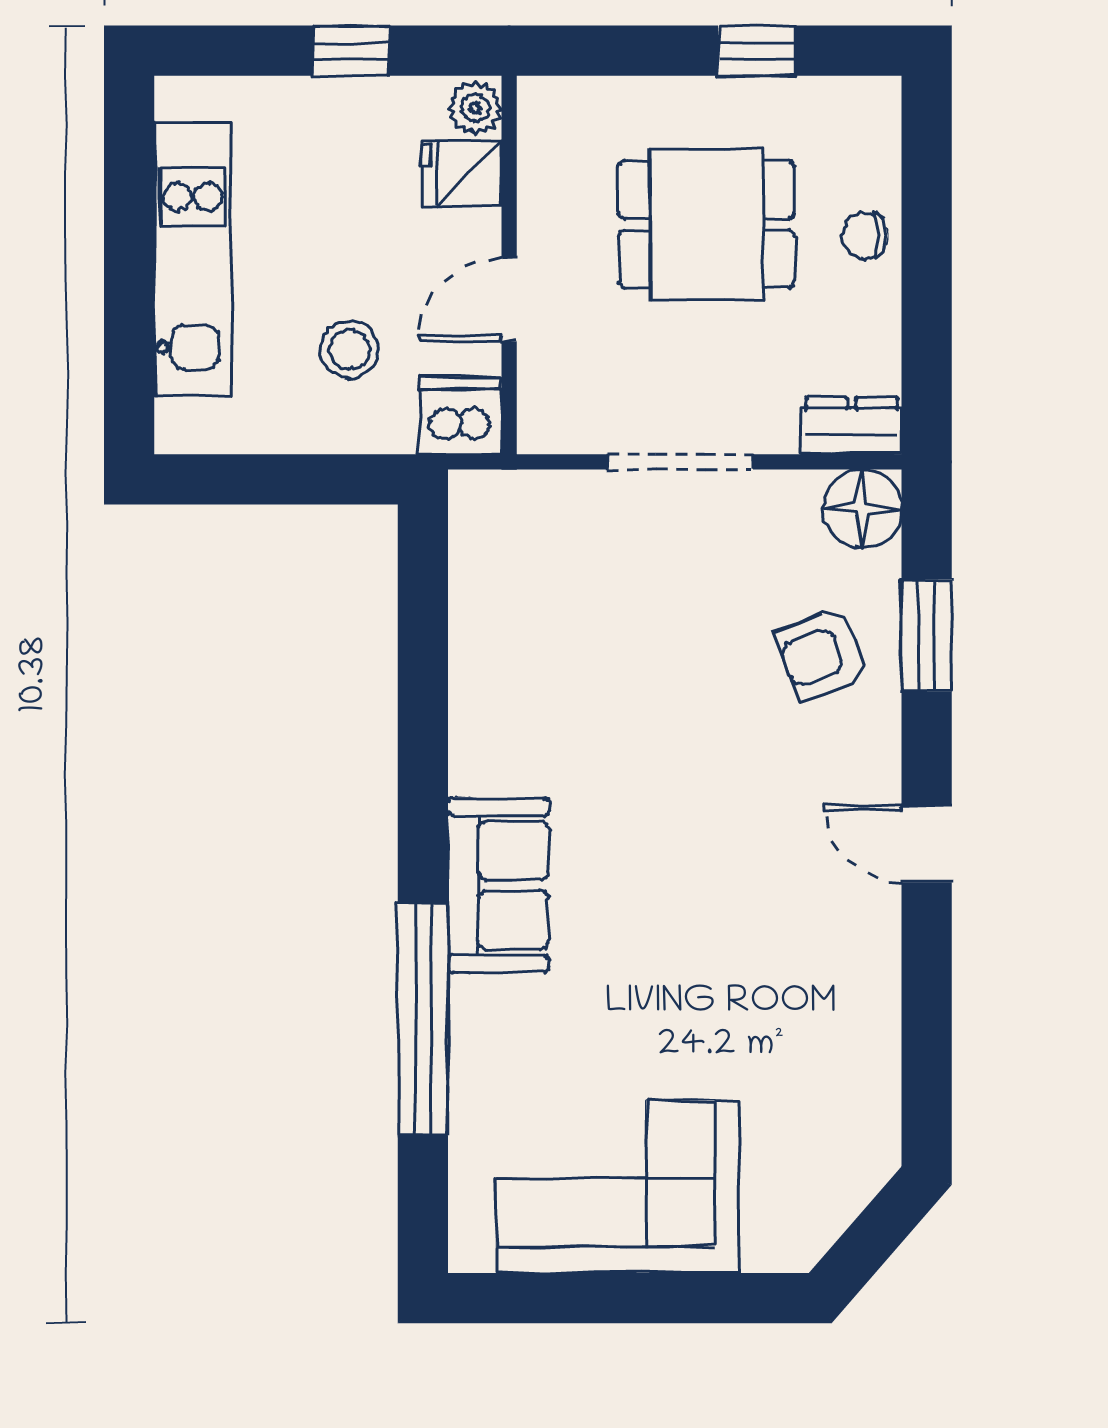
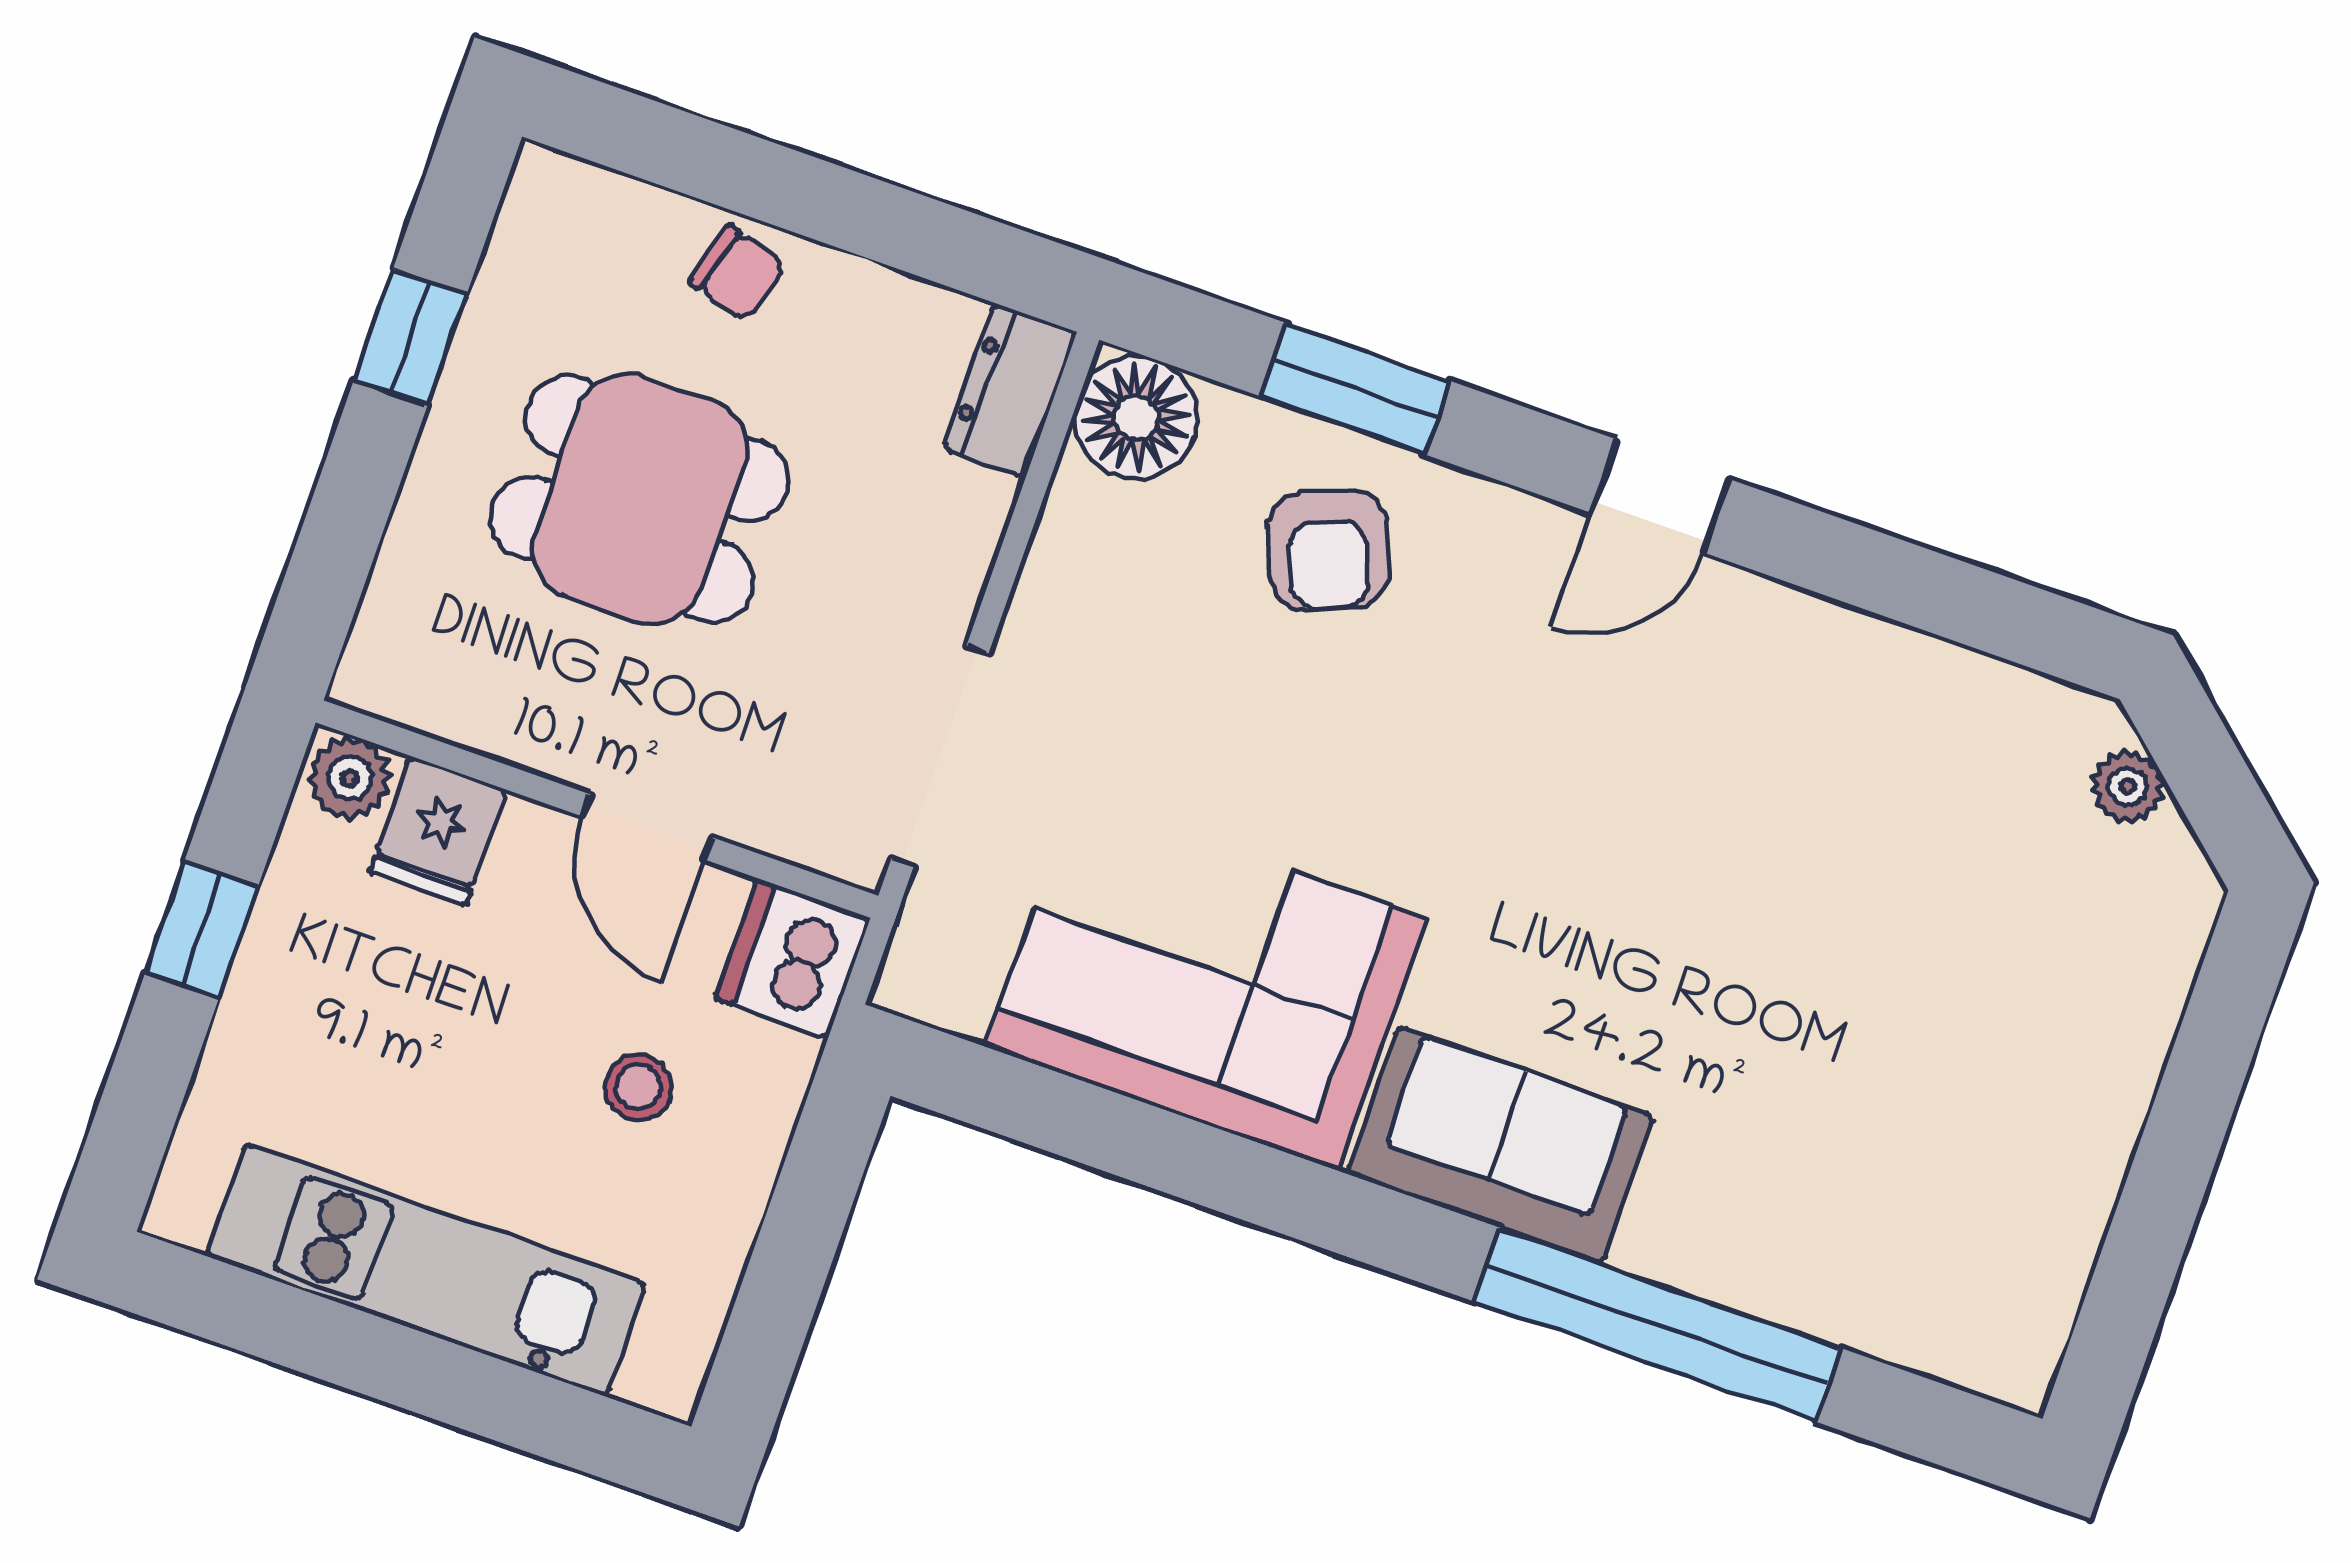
dining table: (707, 225) -> (640, 499), turned 90
chair: (865, 236) -> (737, 273), turned -74
stool: (349, 350) -> (638, 1087), width x0.73, depth x0.73
doorway: (680, 462) -> (940, 756), moved
corner sofa: (618, 1187) -> (1206, 983), moved, turned 90
plant: (850, 1190) -> (2128, 787), added

